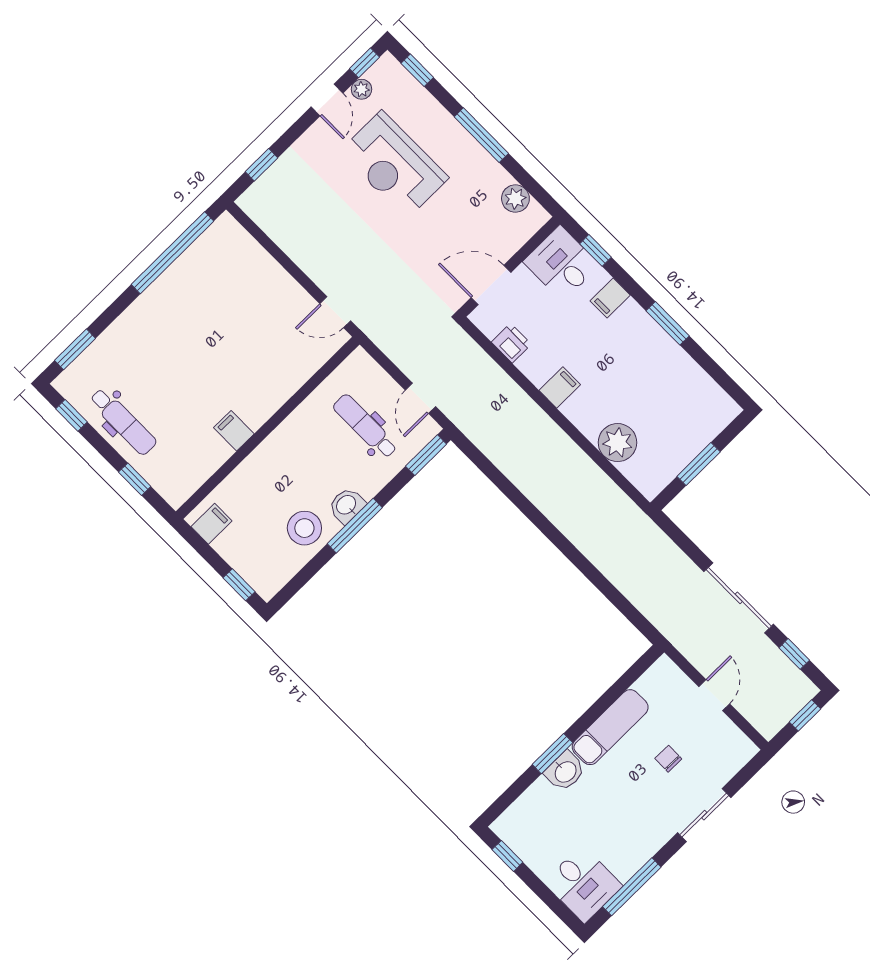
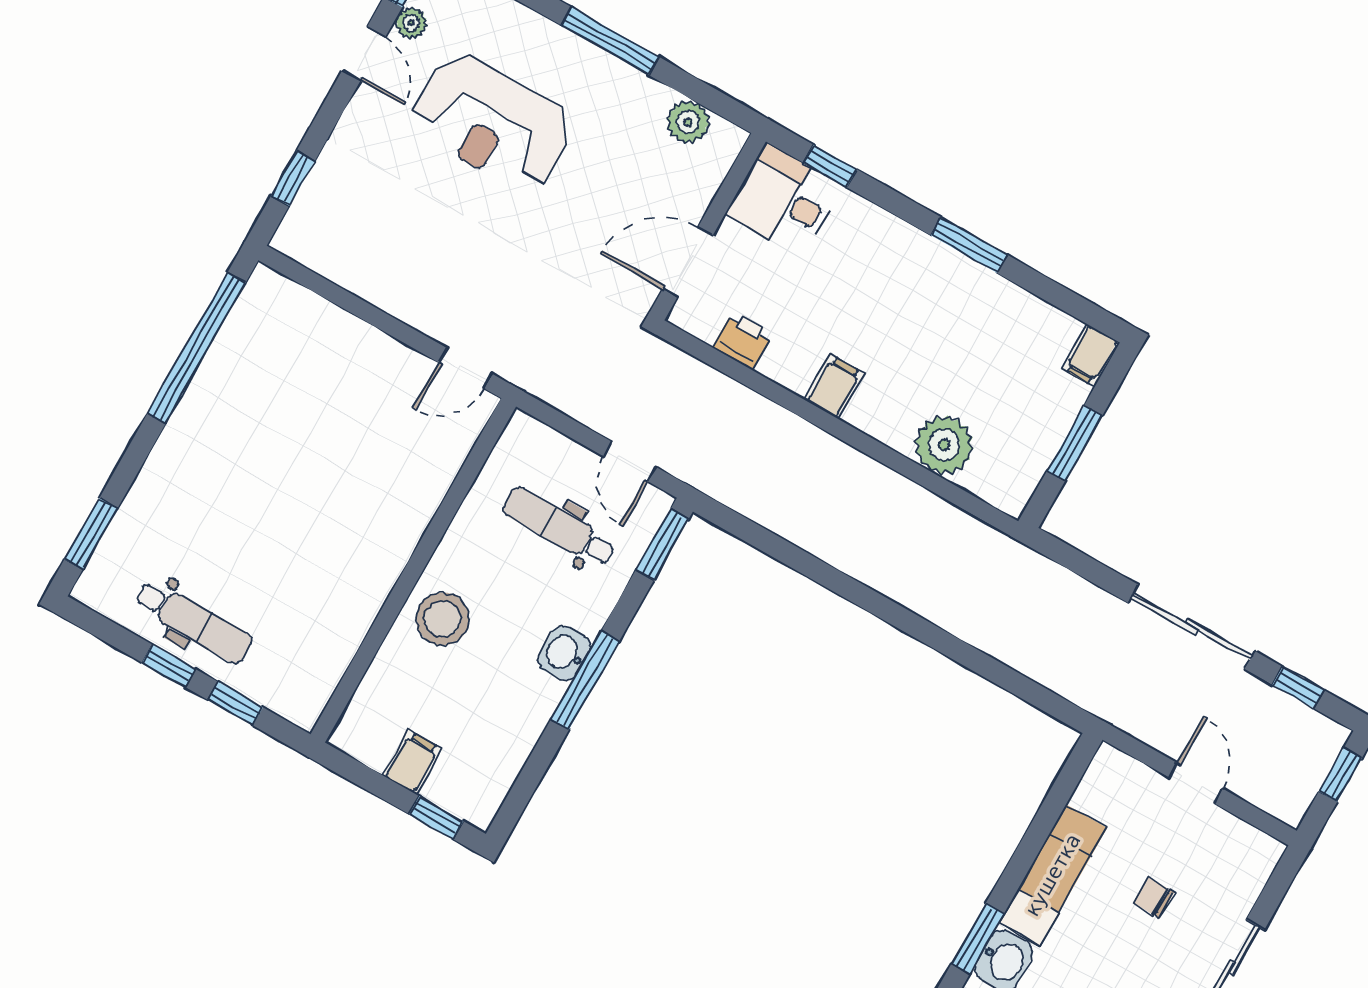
filing cabinet: (610, 298) -> (1091, 355), moved
window: (71, 415) -> (169, 666), moved
filing cabinet: (234, 431) -> (364, 589), removed
filing cabinet: (211, 524) -> (412, 762), moved
stool: (304, 528) -> (443, 619), moved

